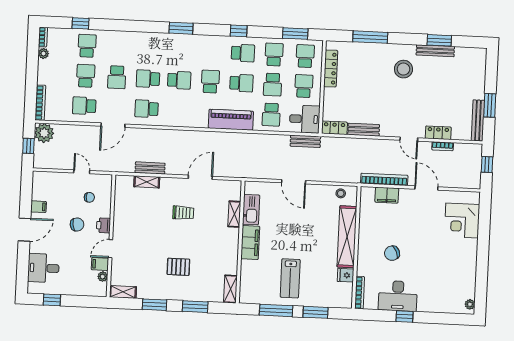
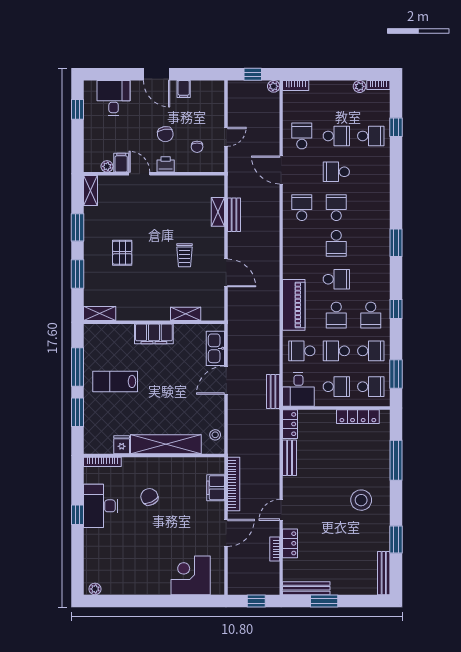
bench: (435, 51) -> (384, 573), moved
bookcase: (40, 103) -> (296, 86), width x0.64
plant: (44, 133) -> (274, 86), width x0.53, depth x0.53
kitchen sink: (251, 210) -> (215, 348), moved, turned 90

